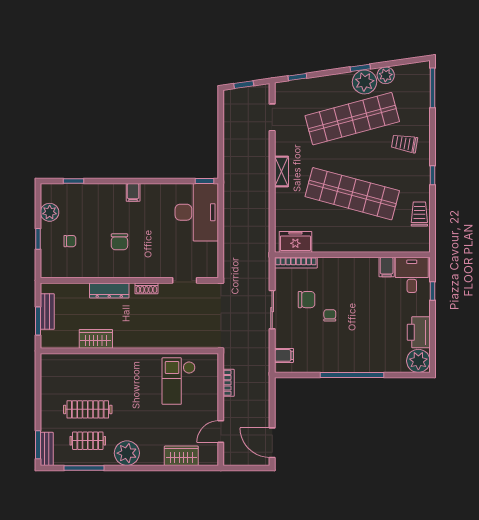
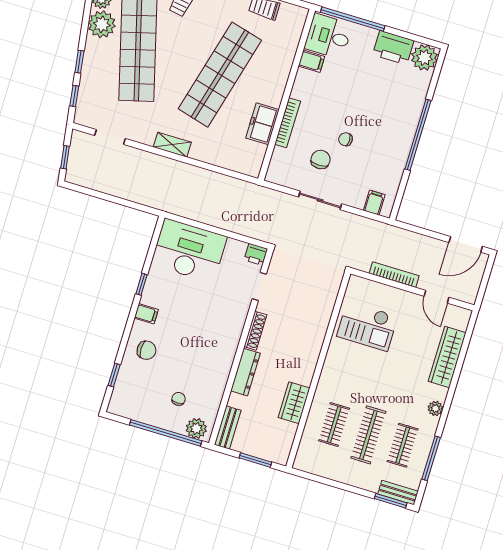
window: (360, 68) -> (79, 62), moved
window: (204, 181) -> (141, 284), moved
plant: (50, 212) -> (196, 428), moved
window: (38, 239) -> (166, 433), width x3.17
chair: (119, 242) -> (147, 350), moved
freezer: (295, 242) -> (262, 124), moved
bookcase: (296, 263) -> (288, 123), moved
printer: (211, 269) -> (256, 254), added
shoe rack: (146, 288) -> (255, 331), width x1.43
window: (432, 291) -> (353, 19), width x3.17
bench: (47, 312) -> (228, 427), moved, turned 90
clothes rail: (88, 378) -> (334, 425), added
bookcase: (229, 383) -> (394, 275), width x1.56
plant: (127, 453) -> (435, 408), width x0.53, depth x0.53
wardrobe: (181, 456) -> (447, 357), width x1.50

